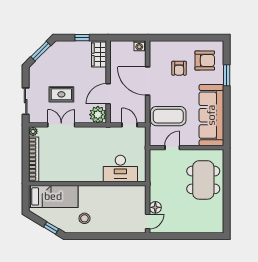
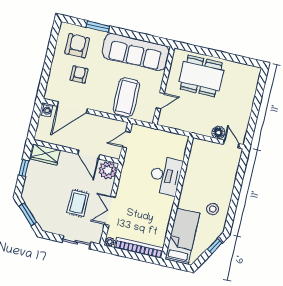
armchair: (179, 68) -> (79, 74), turned -90
door: (148, 81) -> (72, 107), moved
door: (172, 148) -> (160, 101), swing flipped
desk: (120, 168) -> (166, 176), moved

